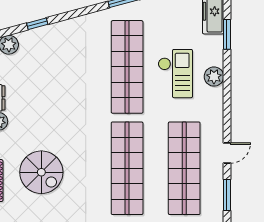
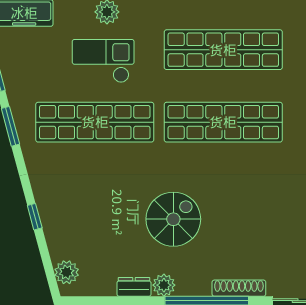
window: (37, 24) -> (35, 217), moved
spiral stairs: (41, 172) -> (173, 219), moved

